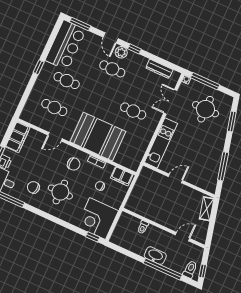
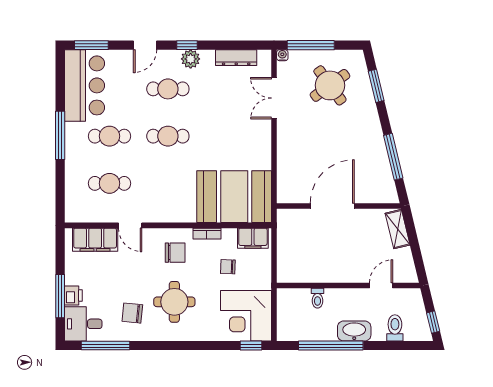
door: (111, 38) -> (145, 45), hinge flipped
plant: (121, 52) -> (191, 59), moved
window: (39, 67) -> (60, 135), width x2.17
round table: (206, 109) -> (330, 85), turned -36
cafe table: (133, 111) -> (168, 136), moved
filing cabinet: (18, 137) -> (95, 240), moved, turned 90
door: (55, 137) -> (130, 225), hinge flipped
booth: (98, 137) -> (234, 197), moved
kitchen unit: (161, 143) -> (288, 164), removed
door: (175, 179) -> (332, 206), width x1.88
window: (163, 269) -> (331, 346), moved
toilet: (190, 269) -> (395, 328), moved

